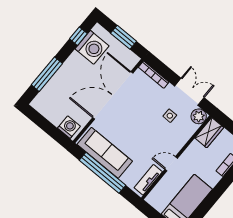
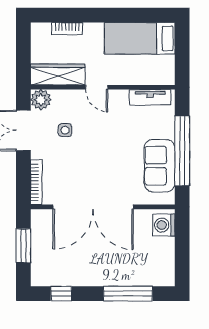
washing machine: (92, 47) -> (61, 270), removed
wardrobe: (209, 133) -> (58, 75), width x1.50
sofa: (105, 153) -> (160, 166), width x0.73
door: (171, 164) -> (97, 87), moved

